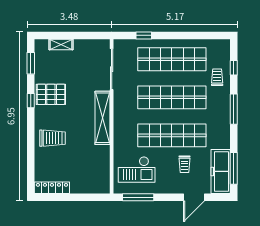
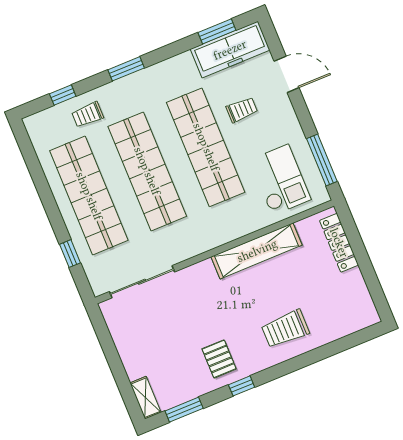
shelving: (61, 44) -> (146, 398), moved
pallet: (51, 94) -> (219, 359), width x0.67, depth x0.71
window: (234, 109) -> (126, 69), width x0.69
shelving: (102, 118) -> (257, 251), moved
trolley: (52, 138) -> (285, 329), turned -90
window: (234, 168) -> (217, 31), width x0.69
locker: (52, 188) -> (339, 243), moved

